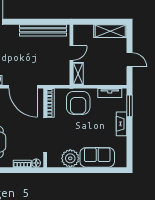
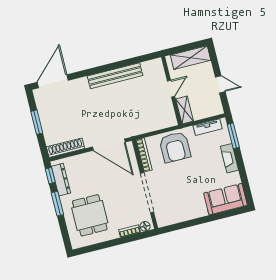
door: (71, 53) -> (171, 89), moved
wall: (71, 55) -> (172, 91), moved
shelving: (78, 74) -> (185, 110), moved
sofa: (97, 157) -> (226, 199), moved
plant: (70, 158) -> (182, 211), removed

